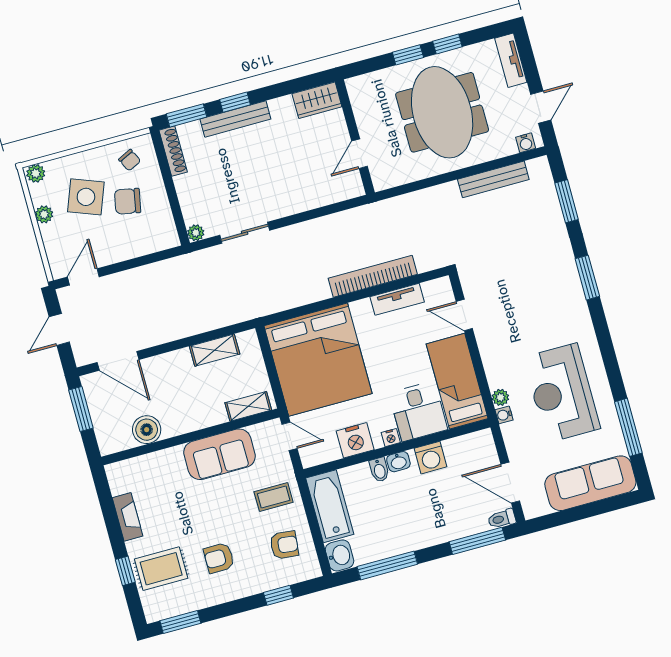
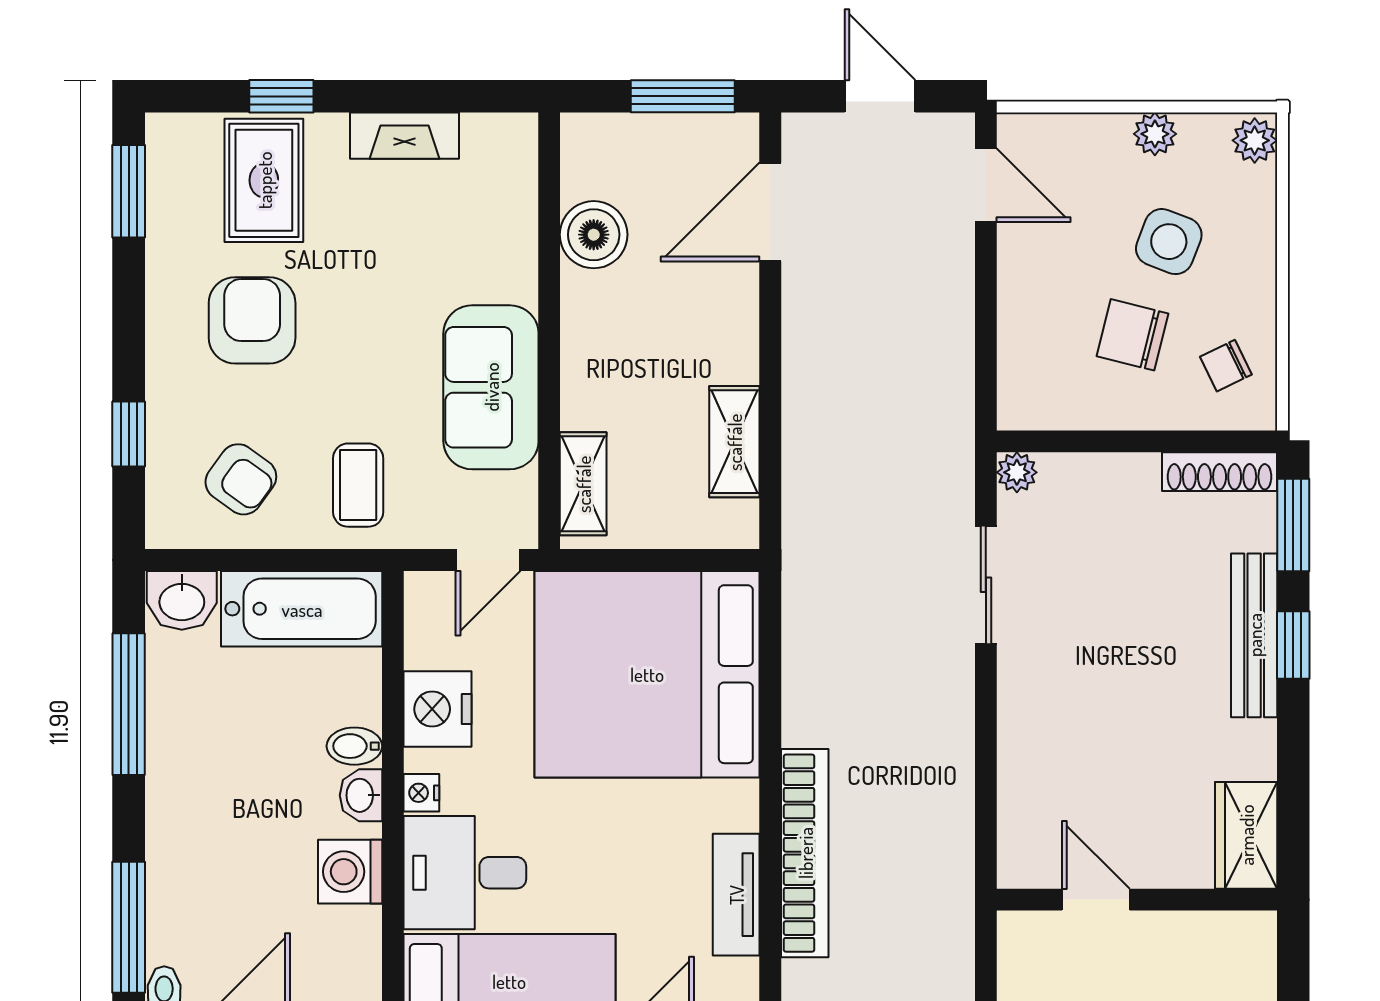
side table: (86, 197) -> (1169, 242), width x0.73, depth x0.73
chair: (128, 201) -> (1132, 335), turned -87
armchair: (284, 545) -> (241, 479), turned -60
armchair: (219, 558) -> (252, 320), width x1.38, depth x1.38

